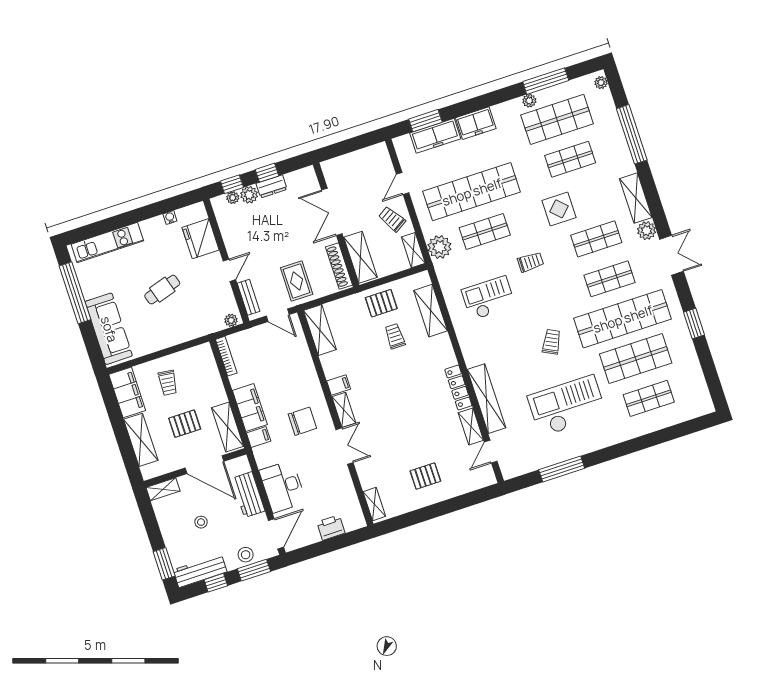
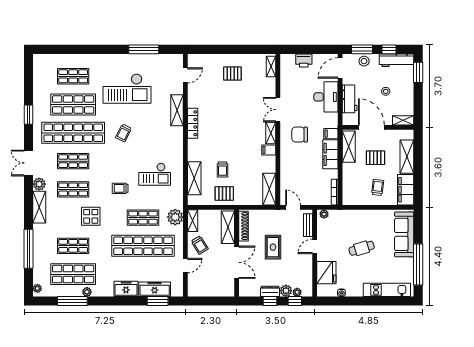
rug: (297, 281) -> (273, 247), moved
shelving: (486, 399) -> (177, 110), width x0.68
shelving: (471, 427) -> (193, 96), removed

